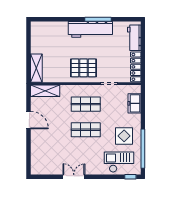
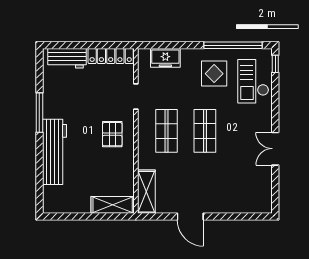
workbench: (90, 29) -> (54, 152), moved
pallet: (84, 68) -> (112, 134), width x0.67, depth x0.71
door: (29, 120) -> (190, 217), swing flipped

